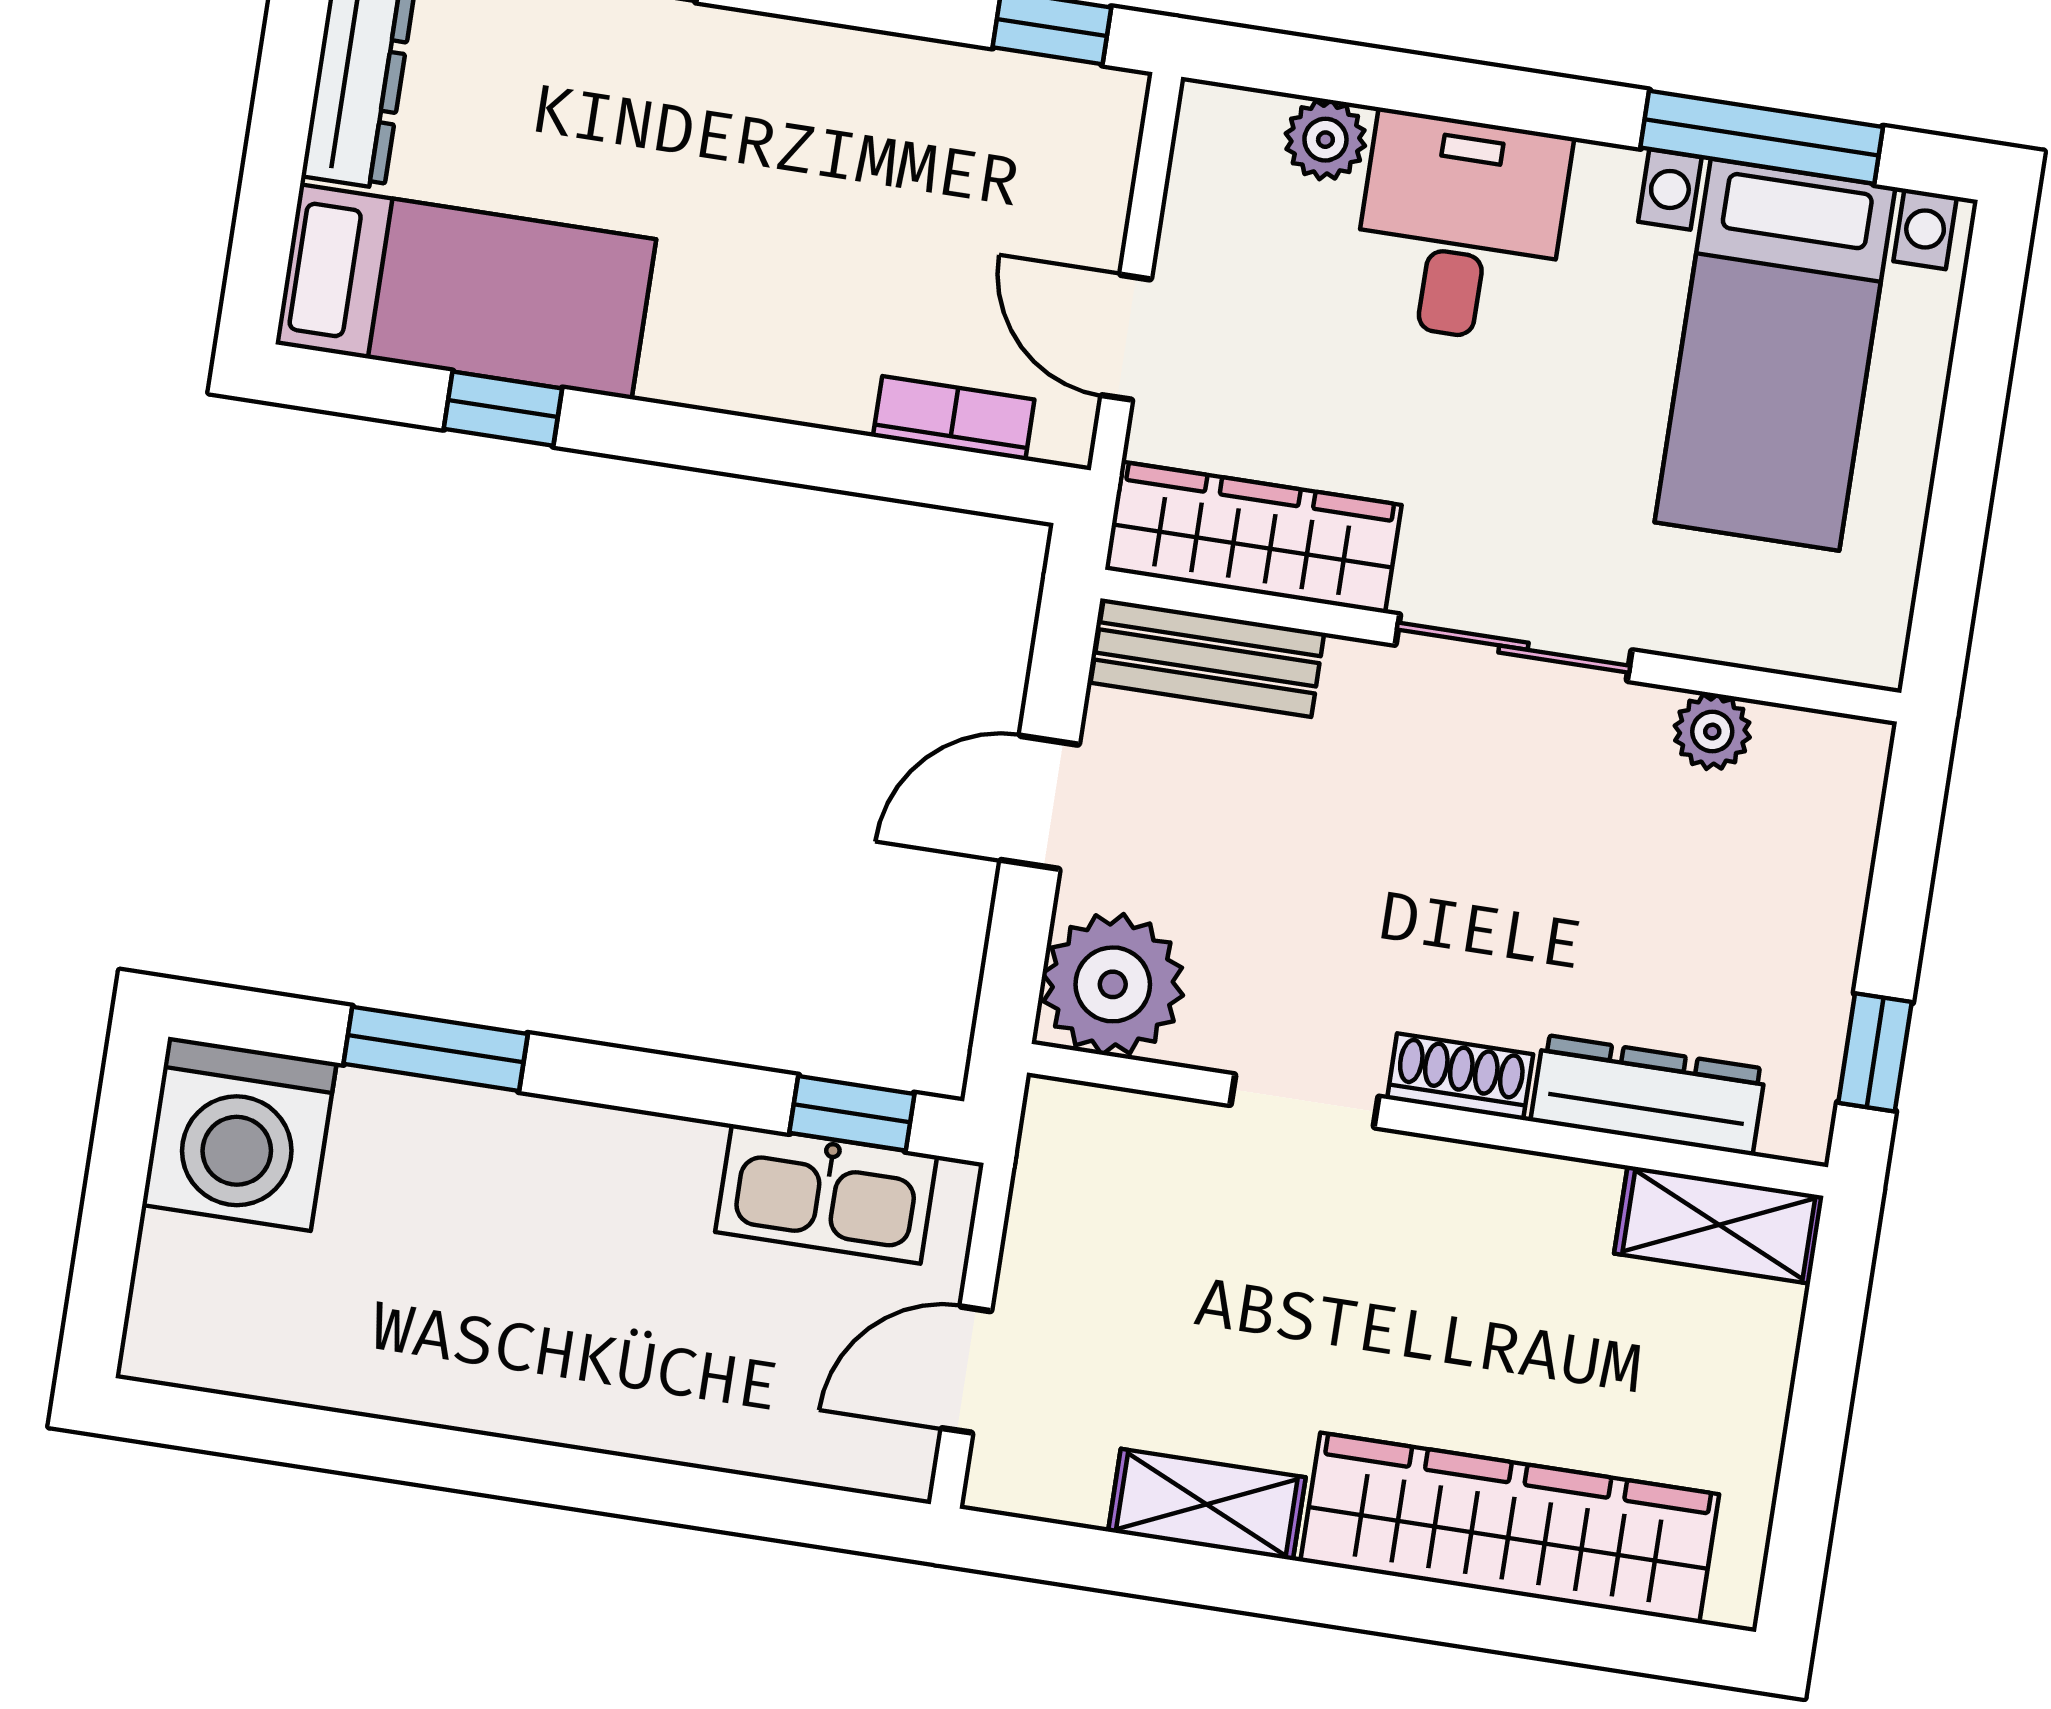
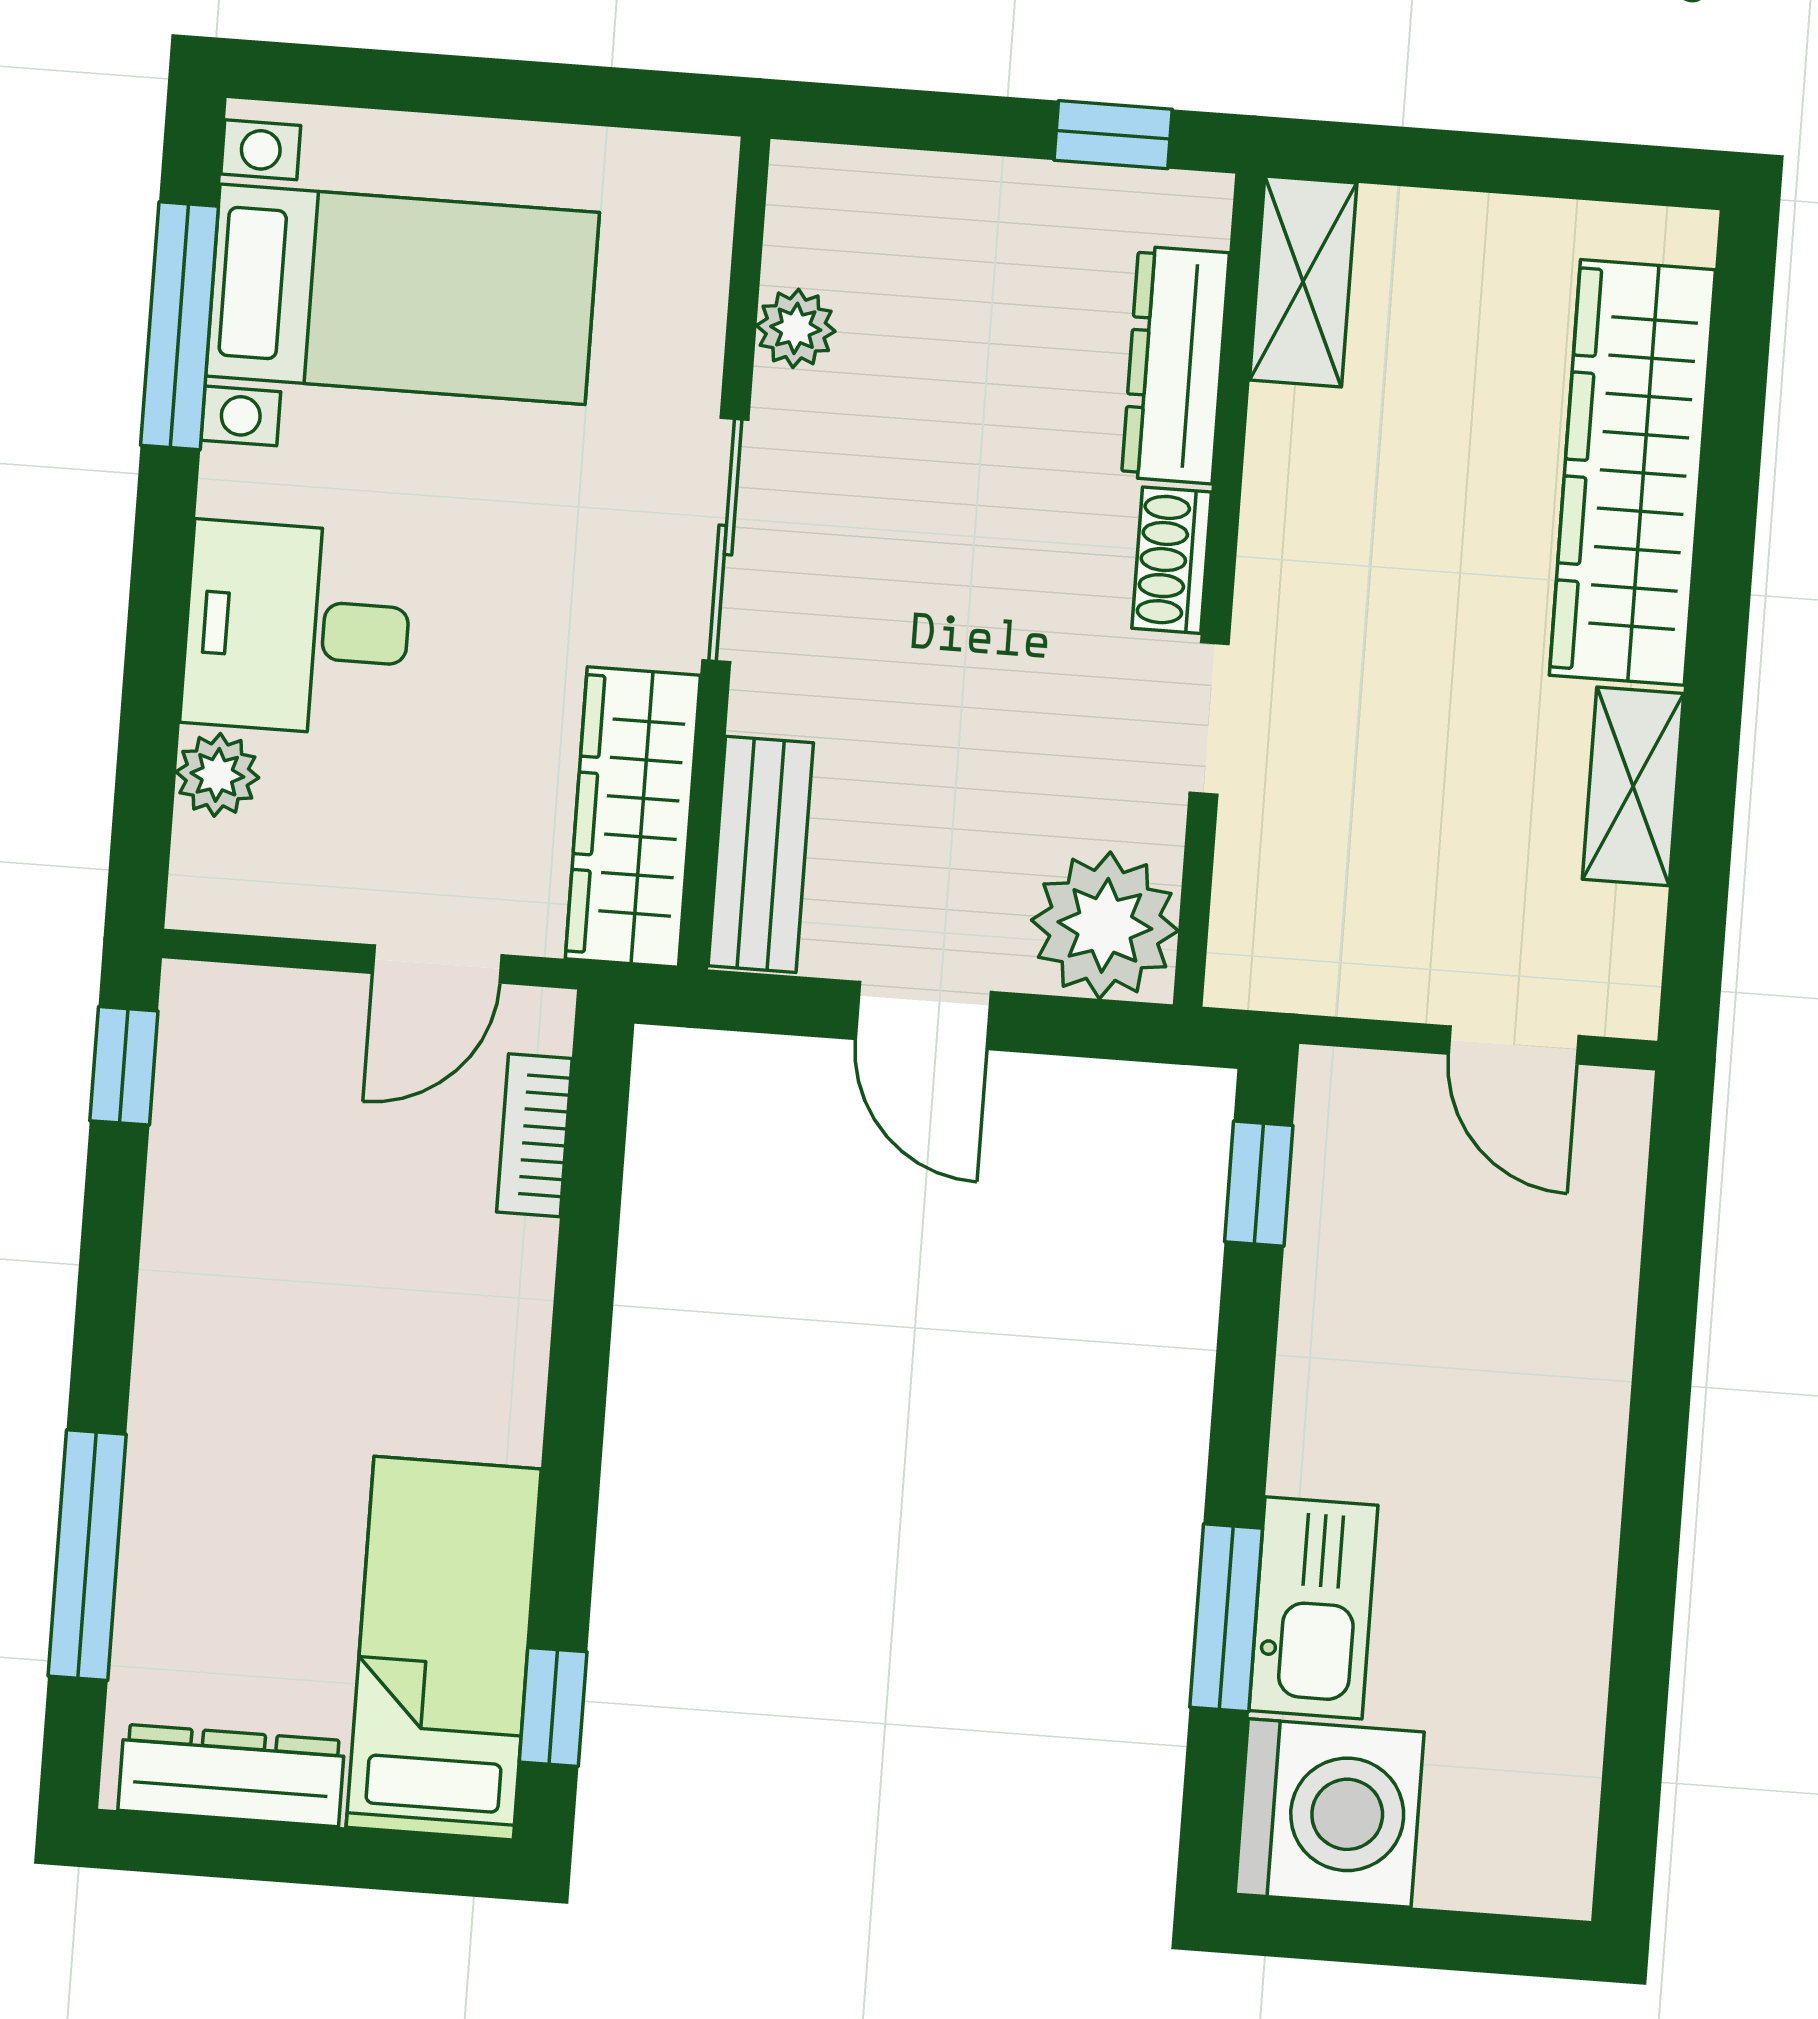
window: (503, 409) -> (553, 1707), moved
kitchen sink: (826, 1194) -> (1313, 1608), moved

